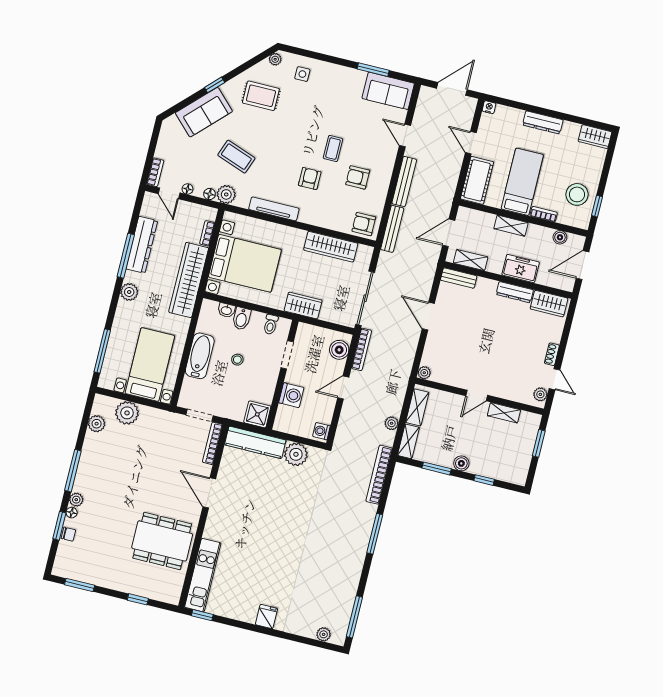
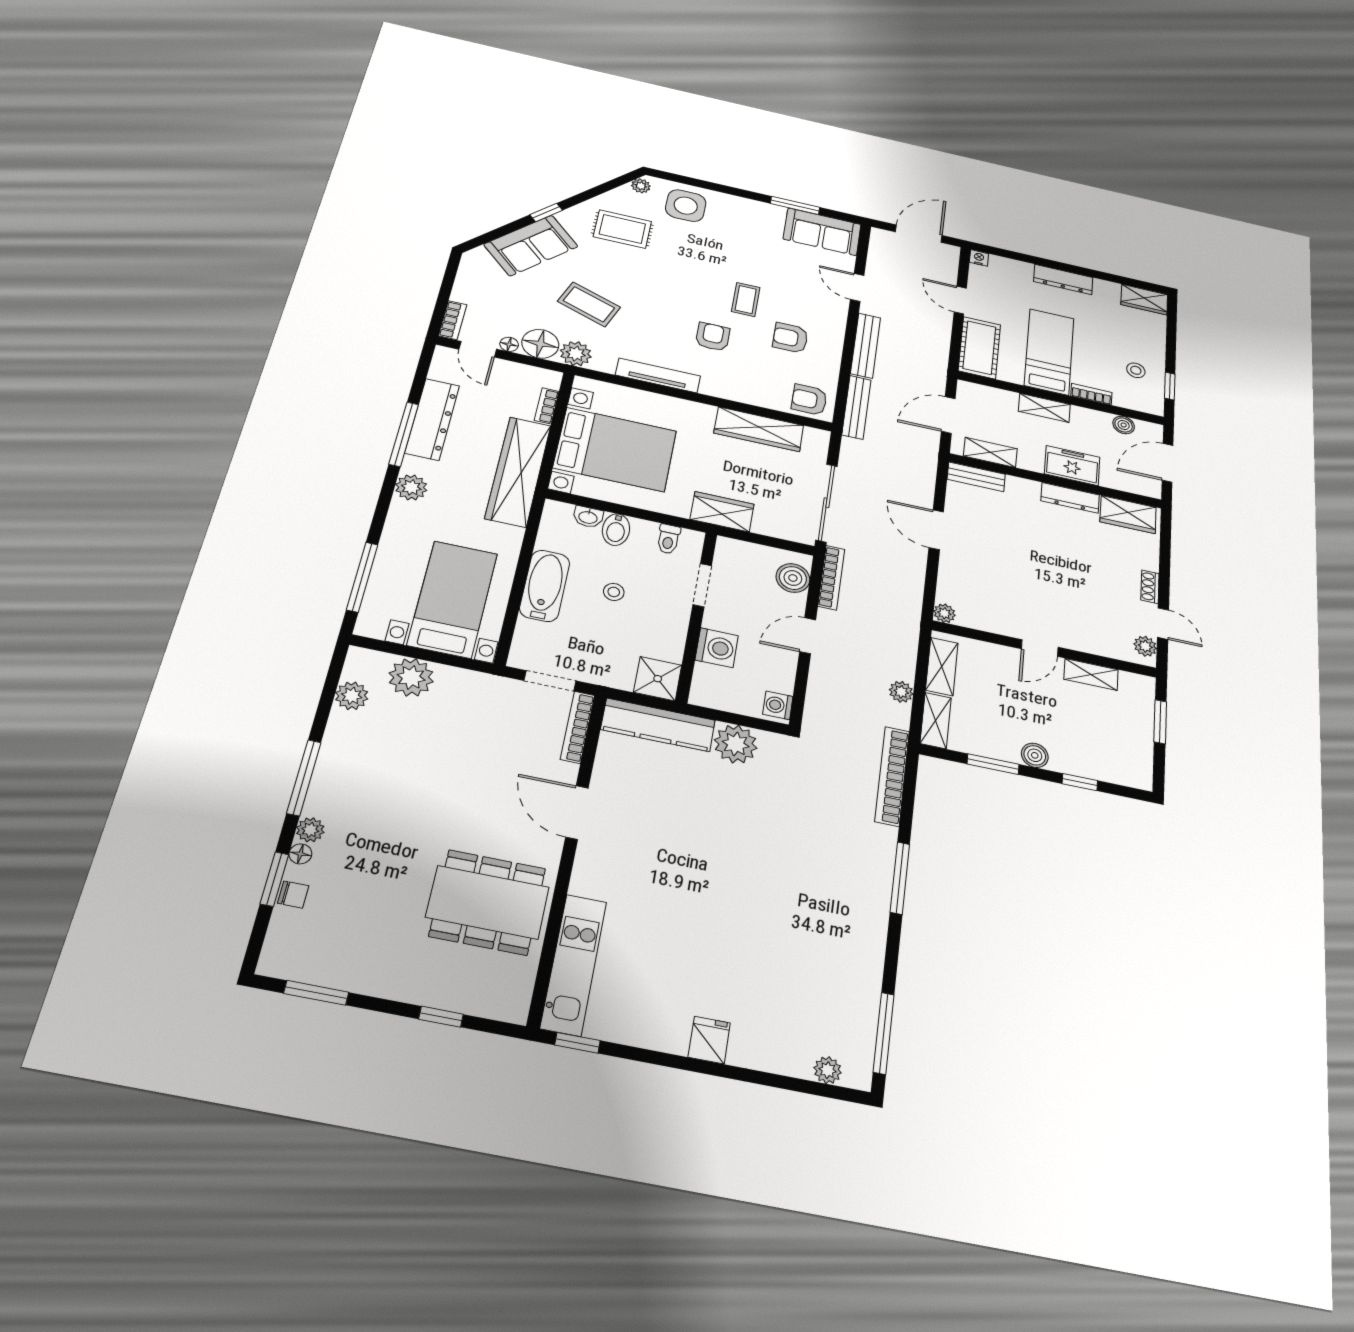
side table: (302, 74) -> (686, 206), width x1.87, depth x1.87
floor lamp: (210, 194) -> (540, 344), width x1.89, depth x1.89
stool: (577, 194) -> (1136, 370), width x0.53, depth x0.53

